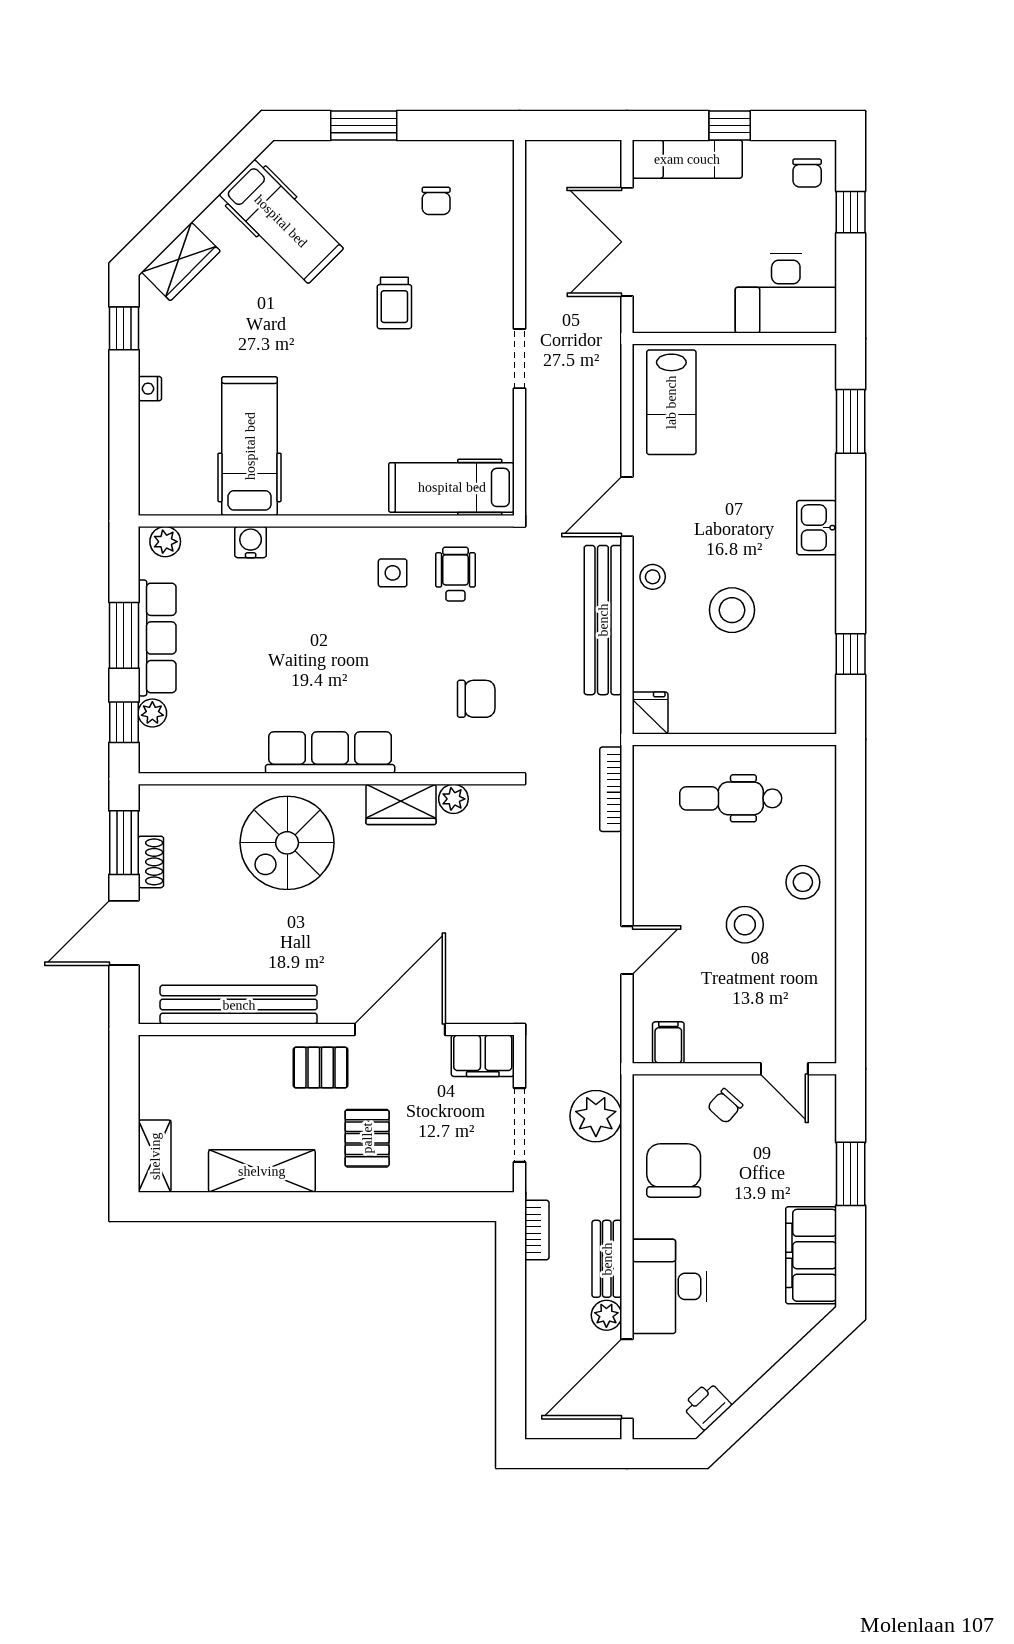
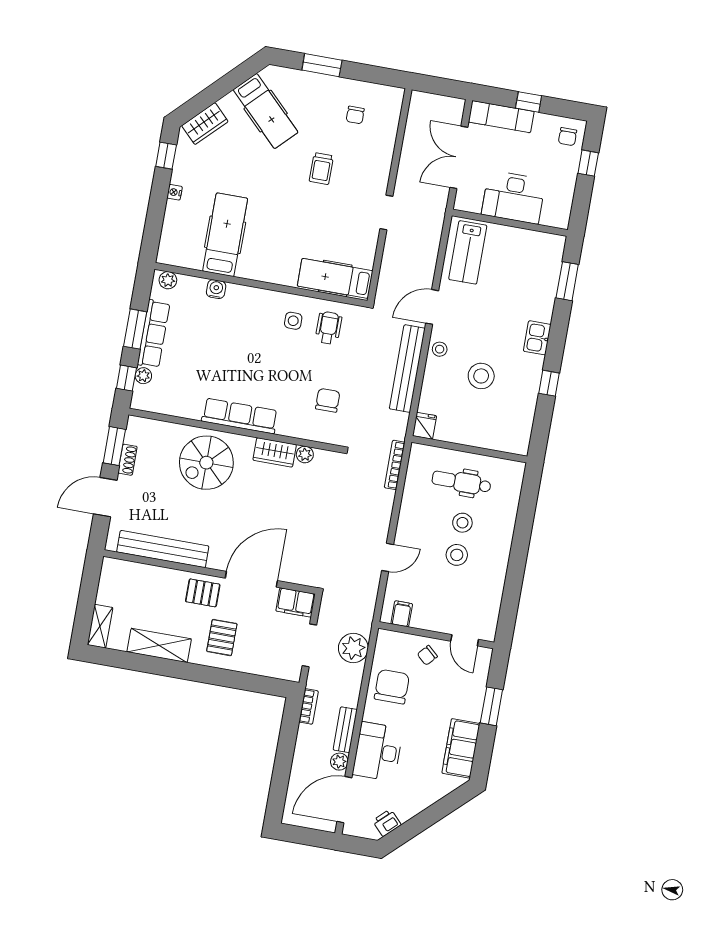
desk: (786, 293) -> (514, 197), moved
window: (851, 654) -> (549, 383), moved
chair: (476, 699) -> (328, 400), turned -90
stool: (803, 882) -> (462, 523), moved

